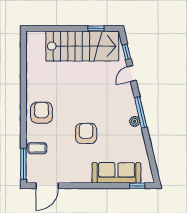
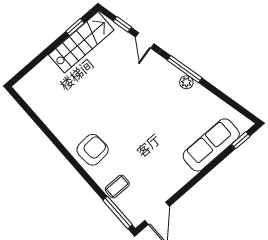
stairs: (82, 46) -> (81, 42), width x0.73, depth x0.66
armchair: (42, 113) -> (93, 150), turned 86
armchair: (86, 133) -> (151, 133), removed

